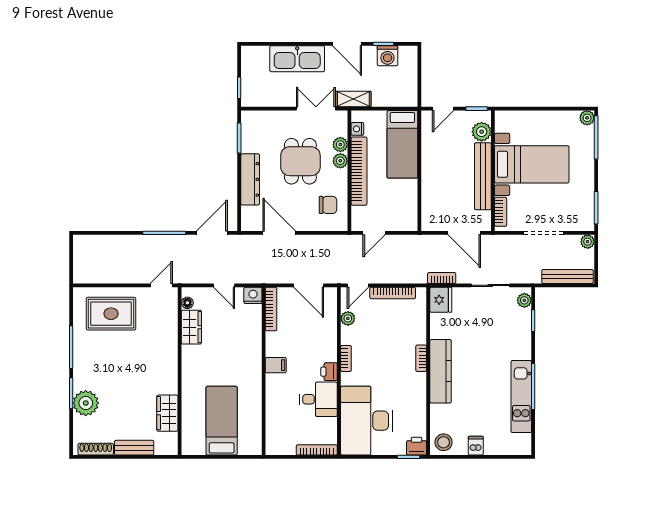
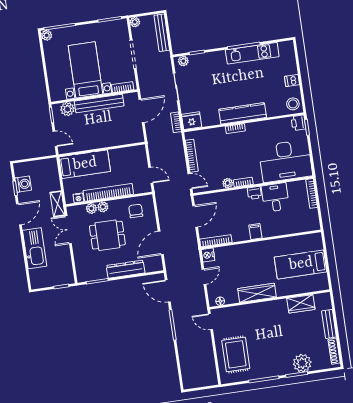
plant: (348, 318) -> (228, 183), moved
wardrobe: (191, 327) -> (257, 293), moved, width x1.50

